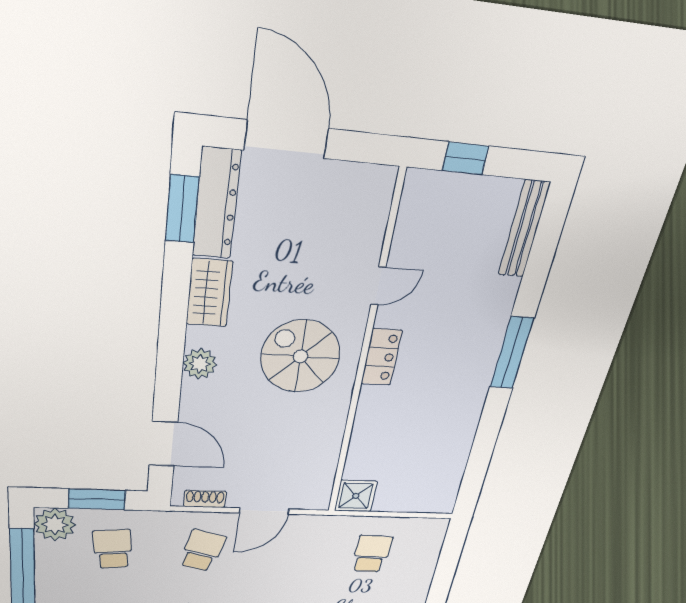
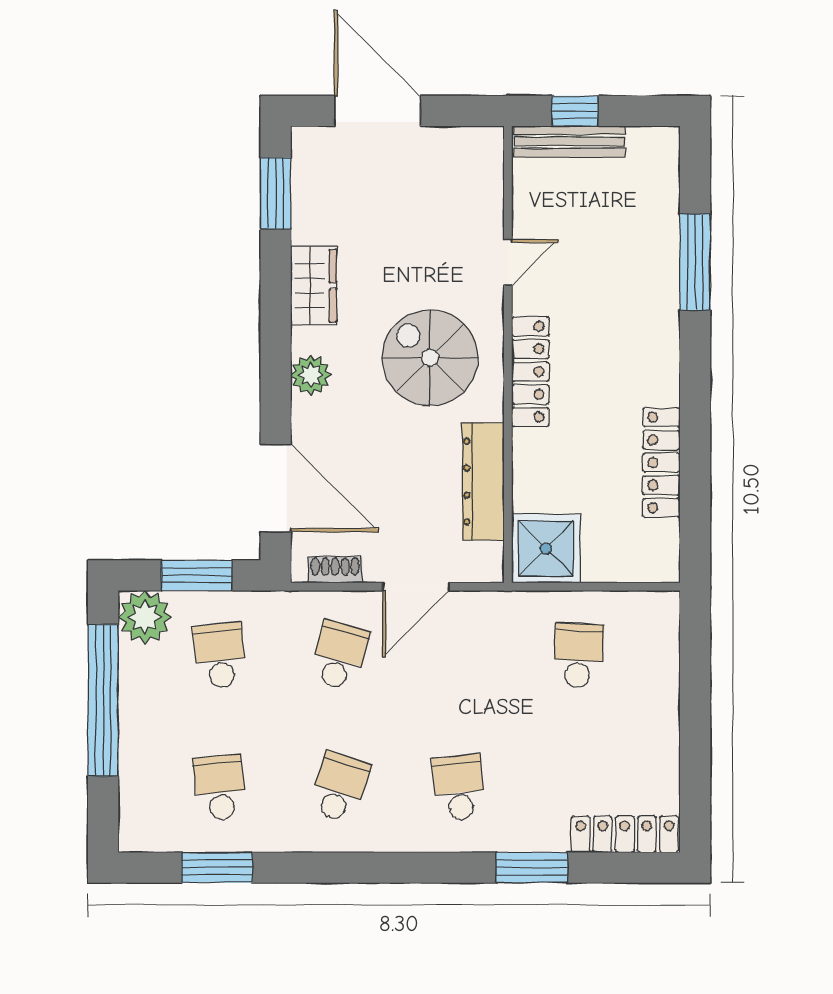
dresser: (216, 204) -> (483, 482), moved, turned 180
bench: (524, 229) -> (570, 142), moved, turned 90
window: (512, 353) -> (695, 262), moved
locker: (382, 357) -> (530, 372), width x1.53
locker: (461, 439) -> (661, 463), added
door: (163, 444) -> (276, 488), width x1.36
shower: (356, 496) -> (546, 549), width x1.36, depth x1.36

